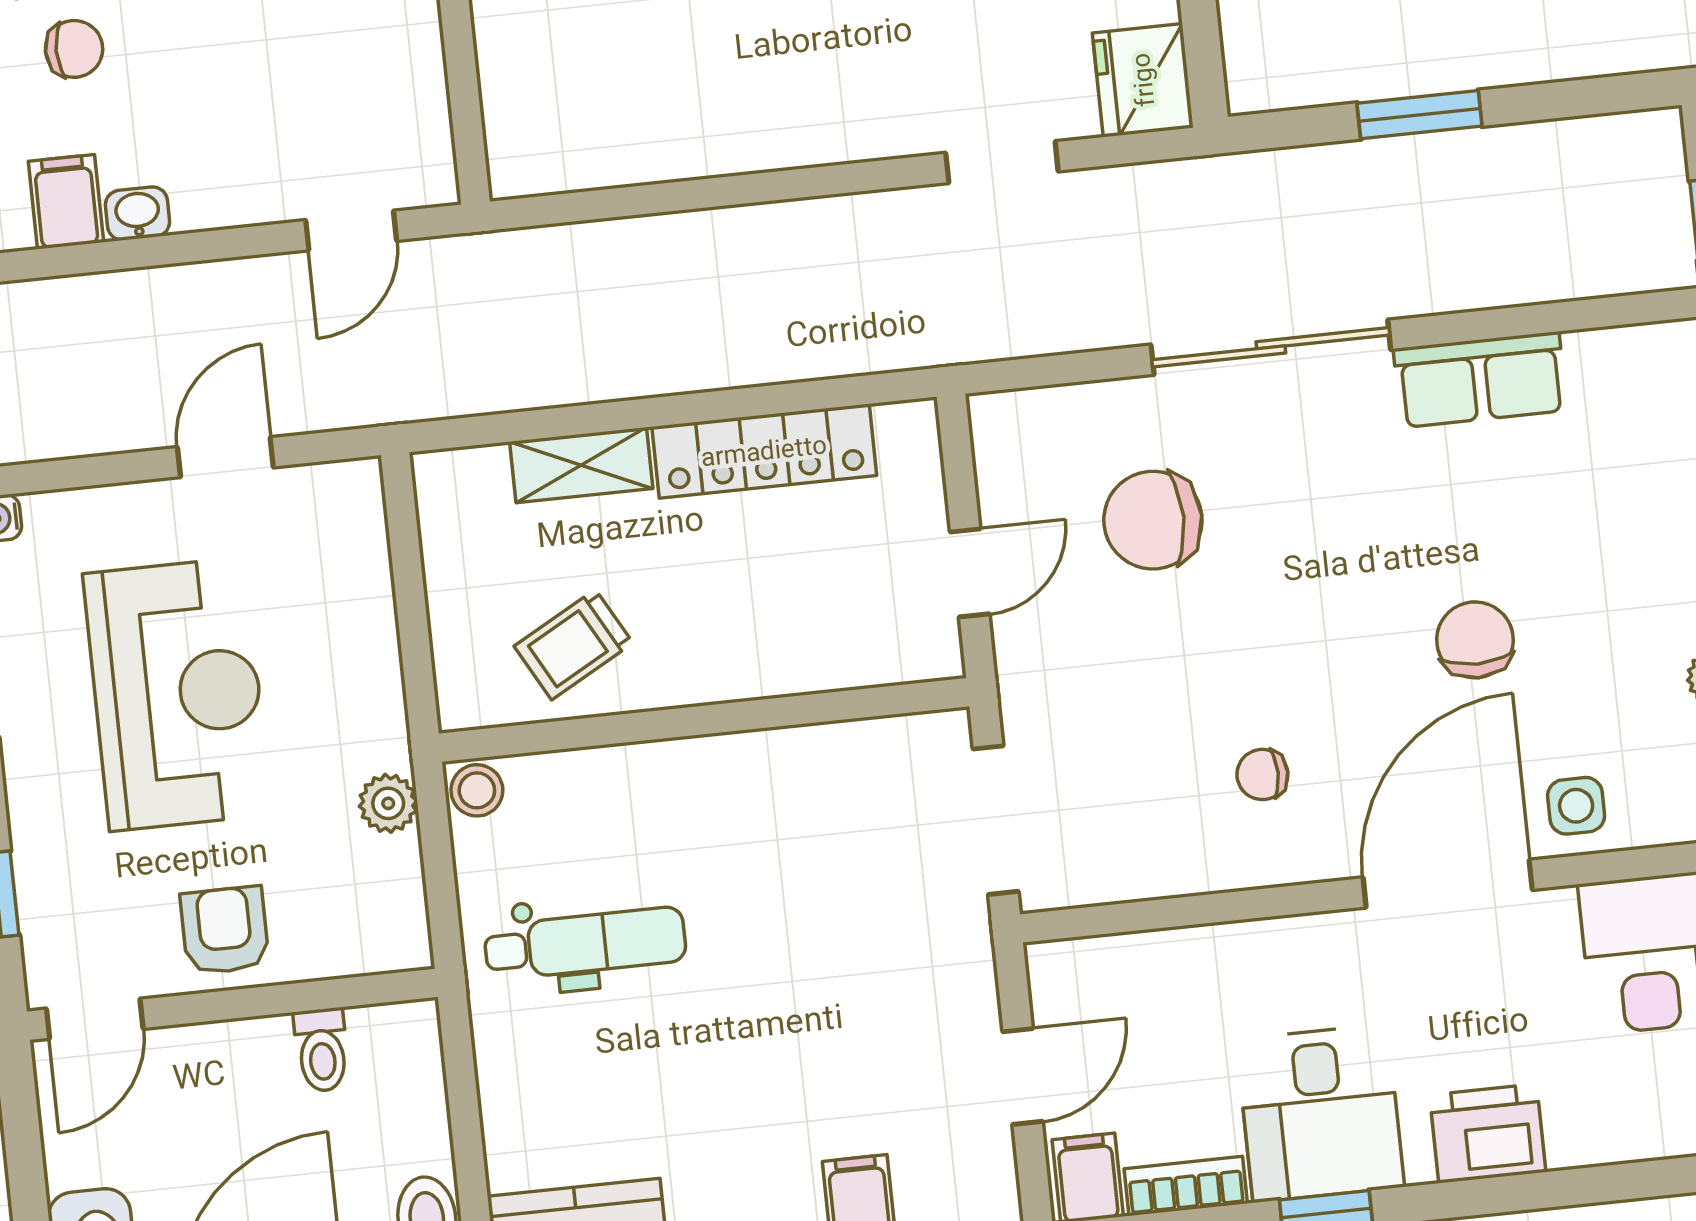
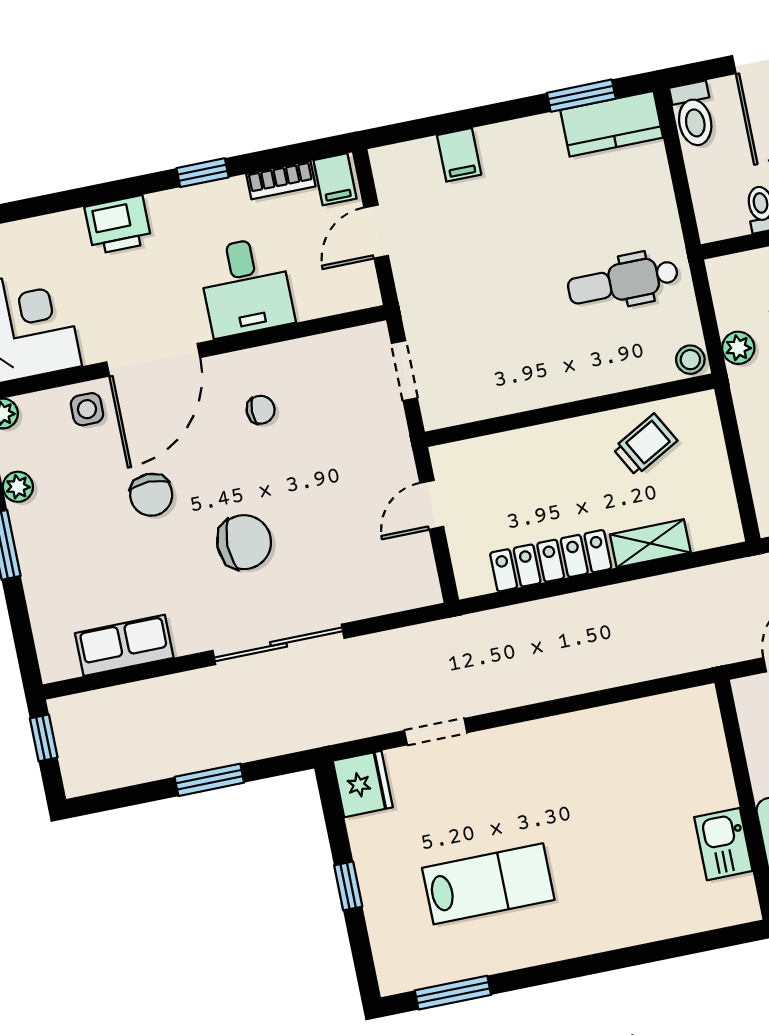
row of seats: (1480, 380) -> (124, 645), moved
chair: (1153, 520) -> (244, 542), moved
doorway: (996, 820) -> (404, 371), width x0.73
desk: (1320, 1113) -> (246, 287), moved, turned 180

